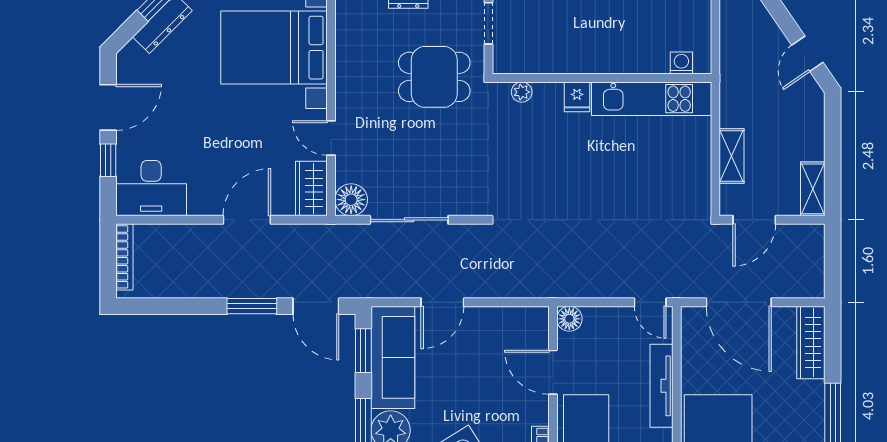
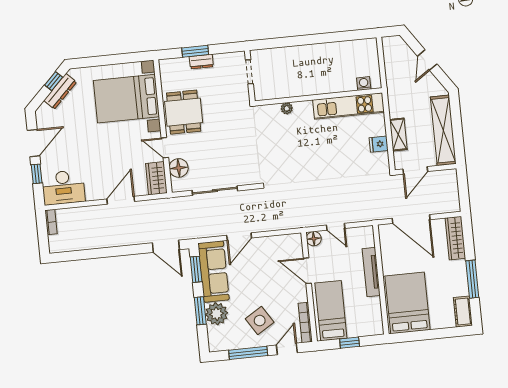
door: (807, 54) -> (427, 60), moved
dining table: (434, 77) -> (184, 112), moved, turned 90
plant: (522, 92) -> (287, 108), moved
fridge: (577, 97) -> (379, 144), moved, turned 90
shelving: (813, 189) -> (443, 130), width x2.20, depth x1.33
floor lamp: (351, 200) -> (179, 168), moved
bookcase: (124, 257) -> (51, 222), width x0.64
door: (650, 302) -> (336, 227), moved
window: (252, 306) -> (129, 250), removed

